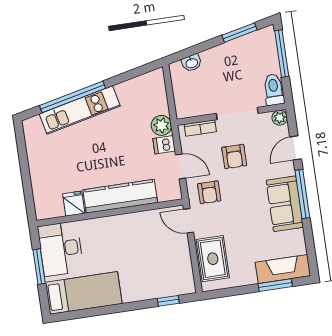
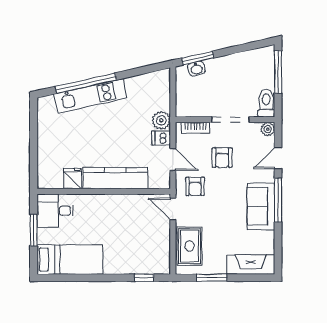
window: (240, 33) -> (198, 58), moved
desk: (61, 249) -> (55, 211), width x0.73
window: (275, 285) -> (212, 278), moved

